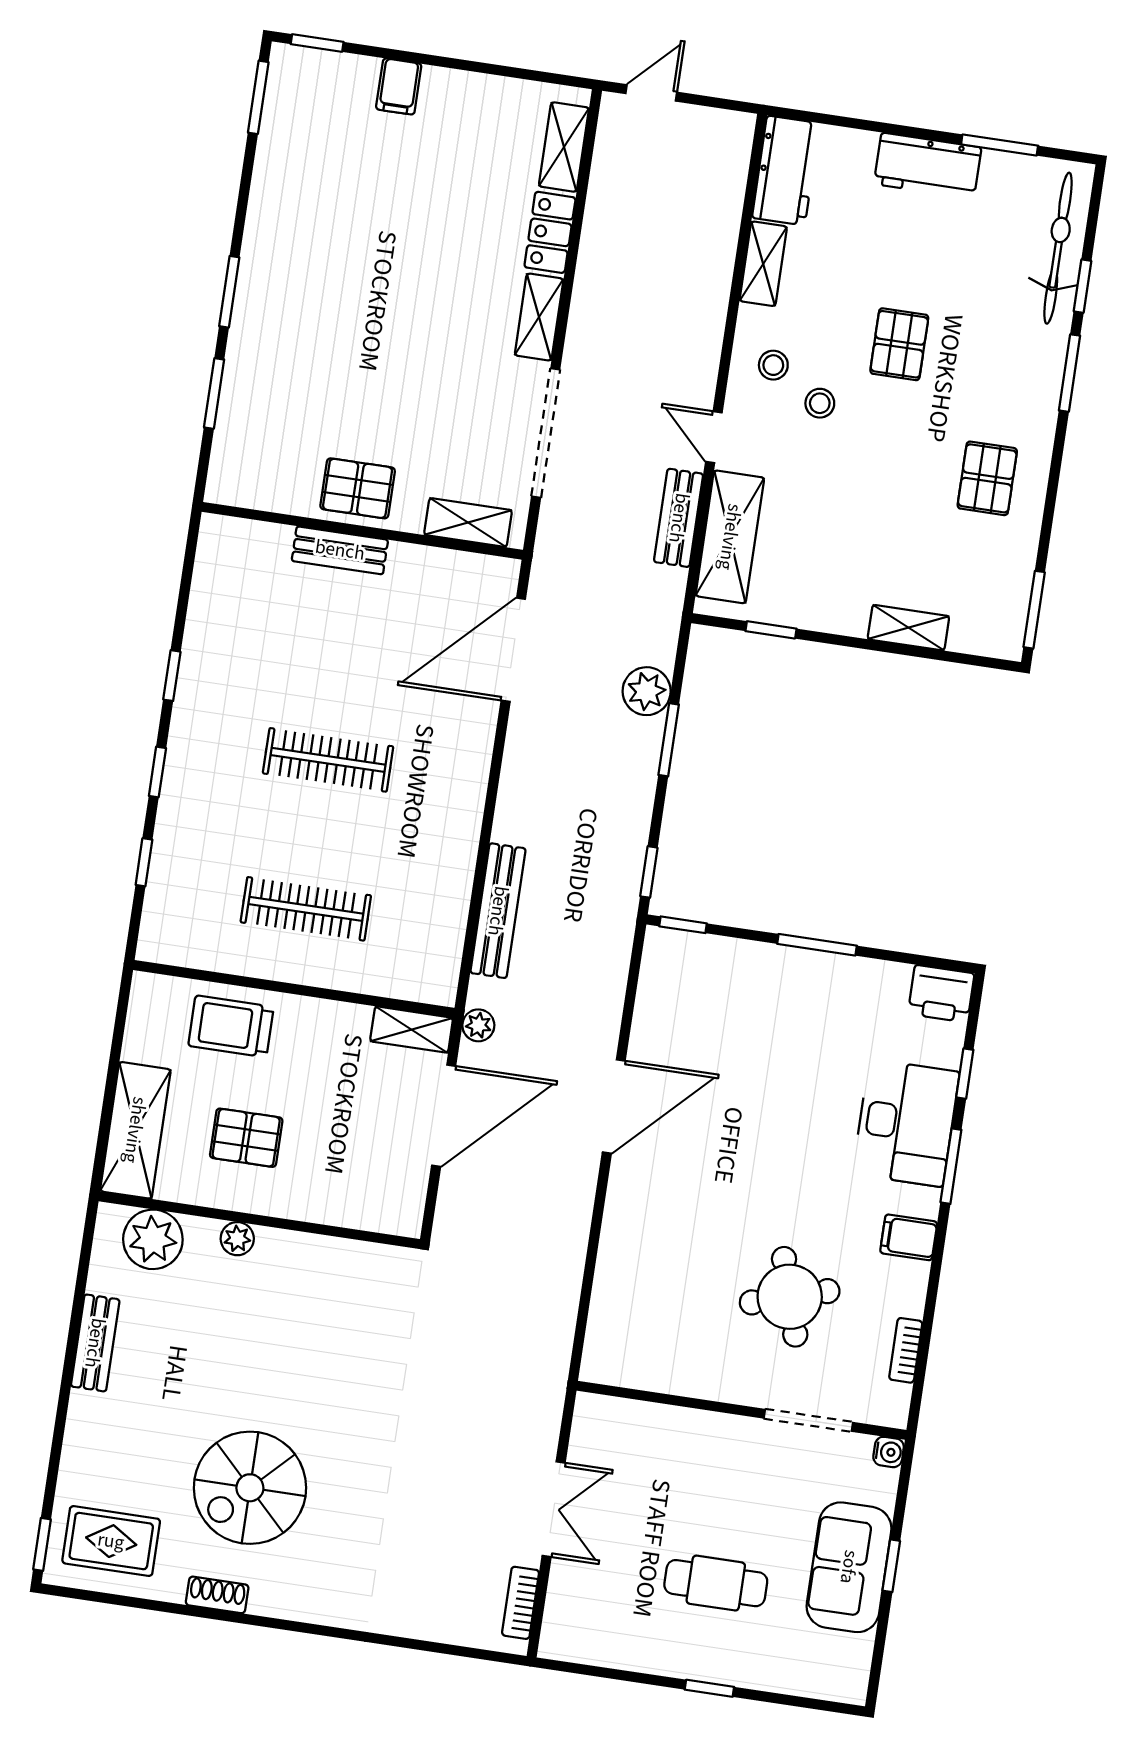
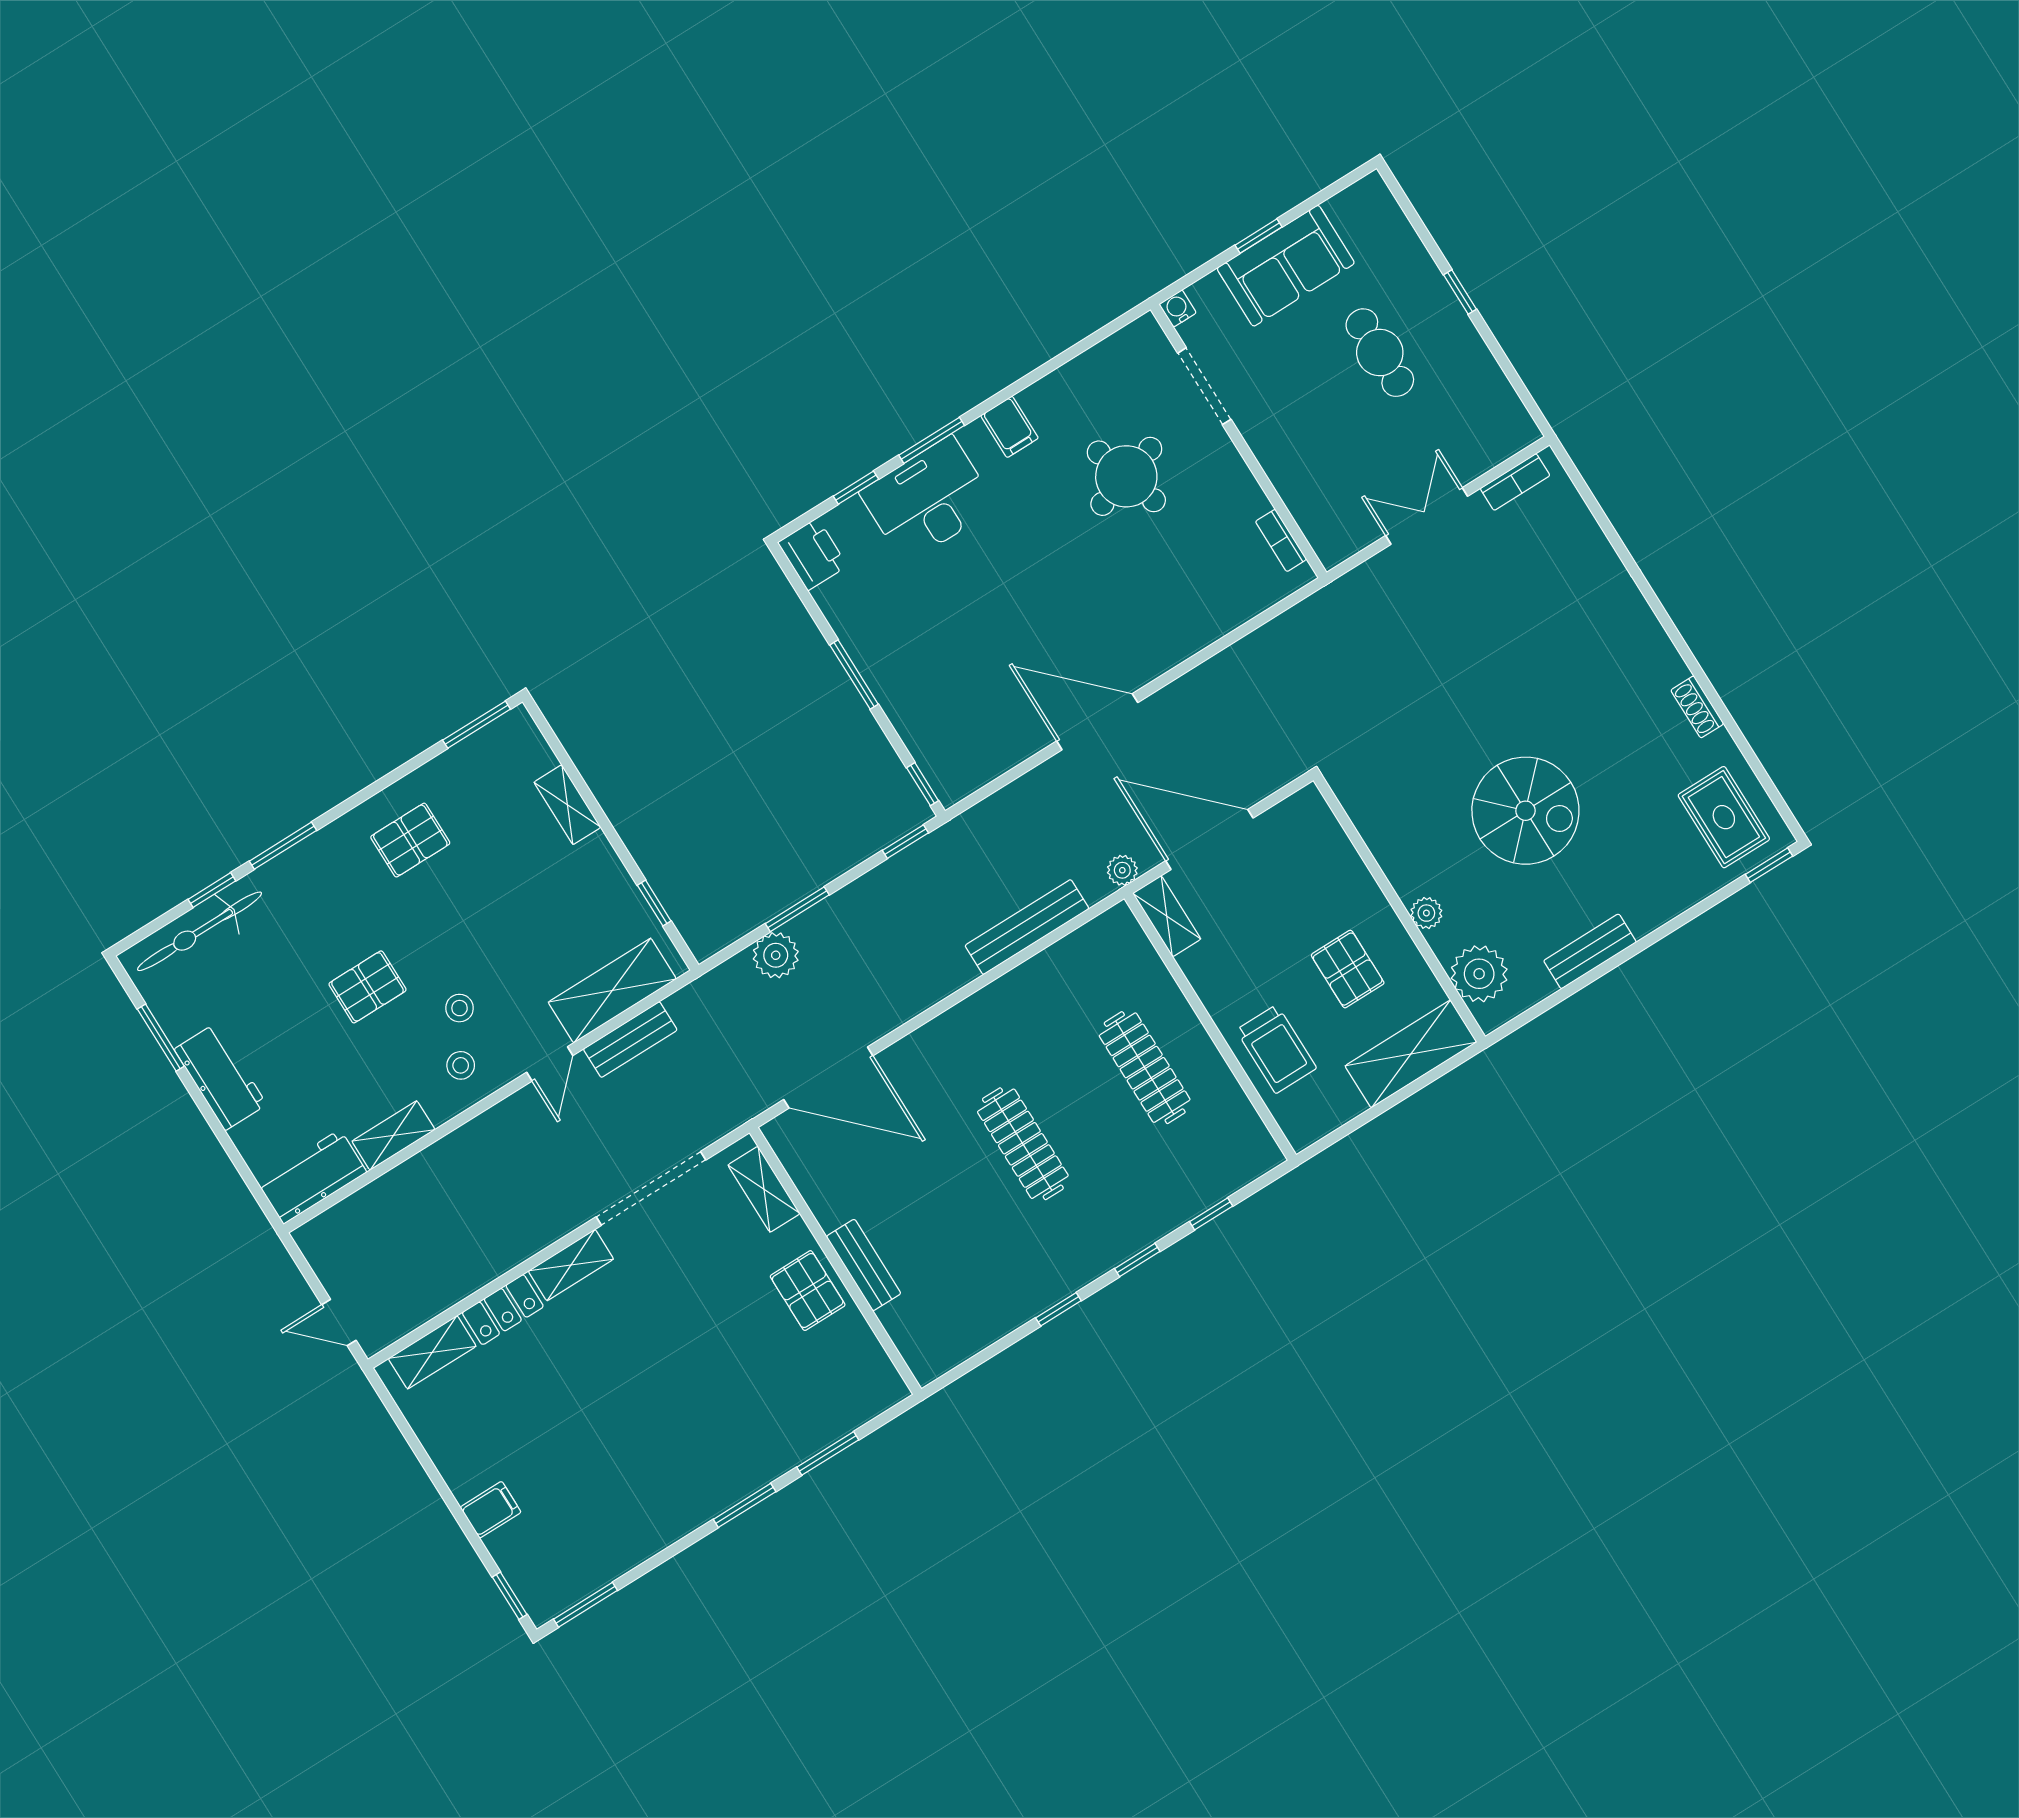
bookcase: (906, 1350) -> (1281, 540), moved, turned 90
spiral stairs: (250, 1488) -> (1525, 811), moved

